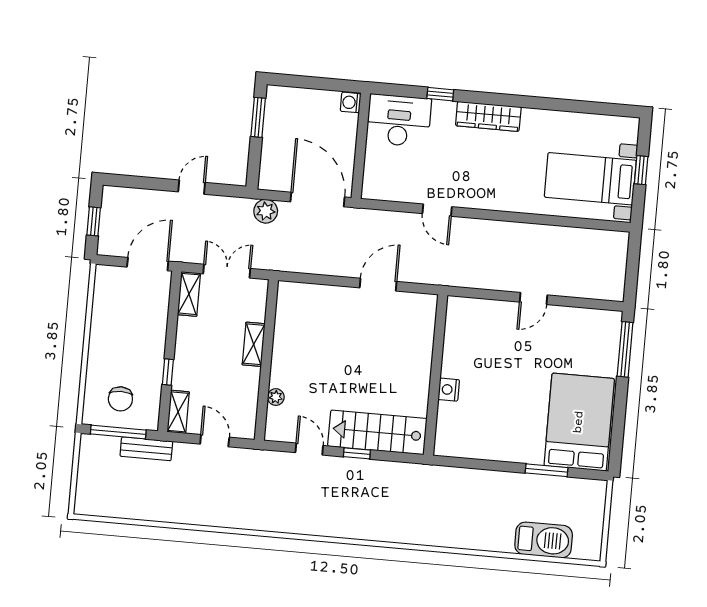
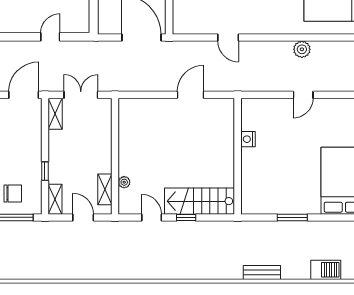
plant: (266, 211) -> (302, 49), moved
shelving: (254, 344) -> (105, 189), moved
nightstand: (449, 390) -> (248, 139), moved
chair: (120, 399) -> (13, 194), turned -90
bench: (146, 449) -> (262, 272), moved
window: (547, 470) -> (292, 217), moved
barbecue: (544, 540) -> (326, 270), width x0.73, depth x0.83

